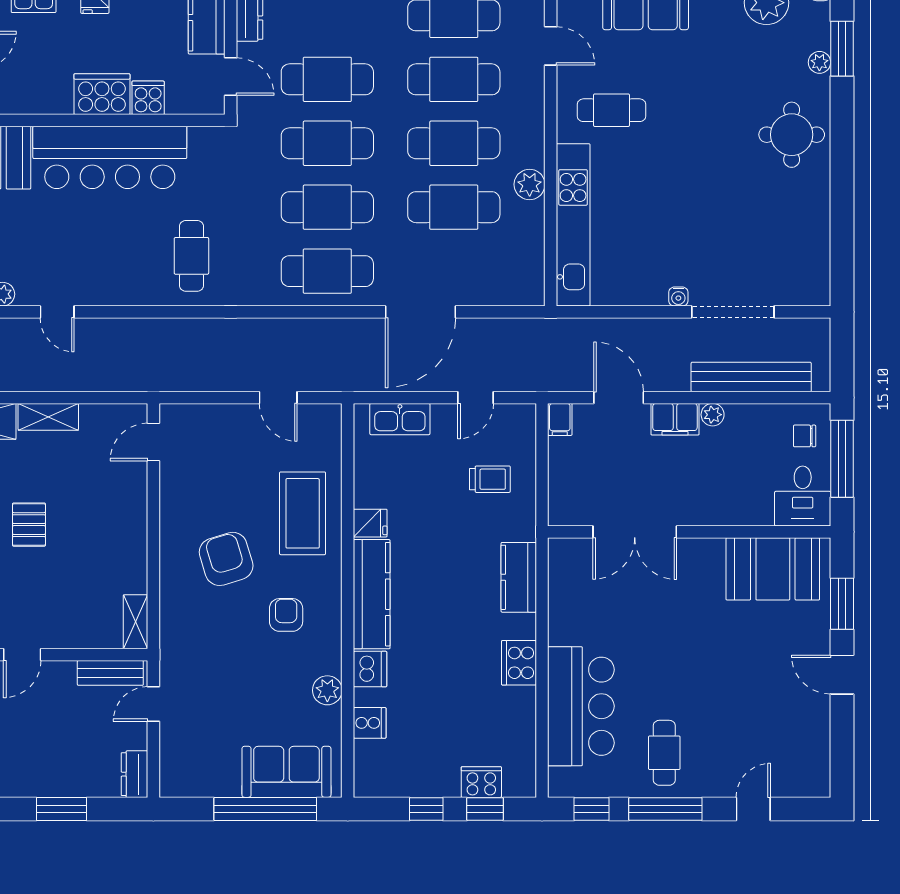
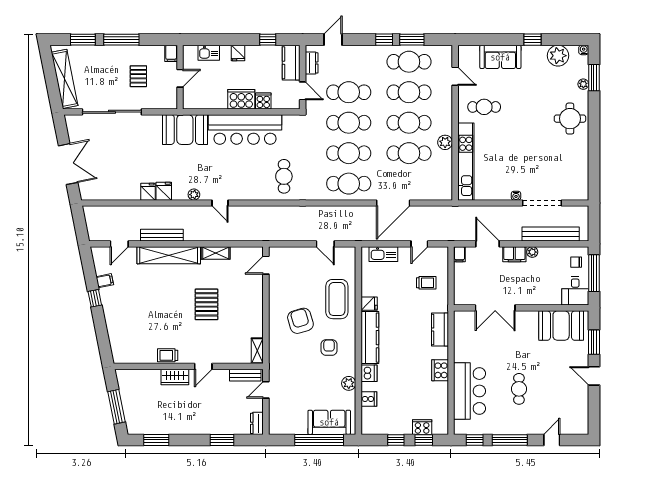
pallet: (29, 525) -> (206, 304), width x1.50, depth x1.42
cafe table: (664, 753) -> (519, 389), moved

